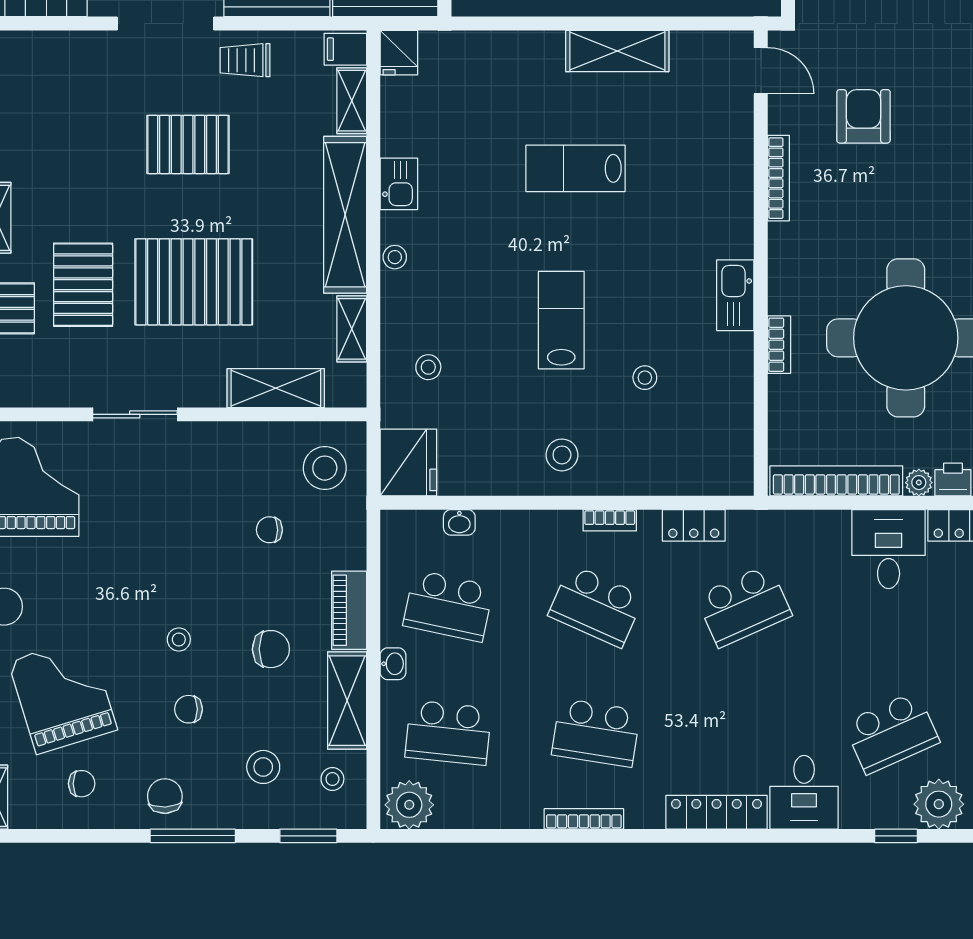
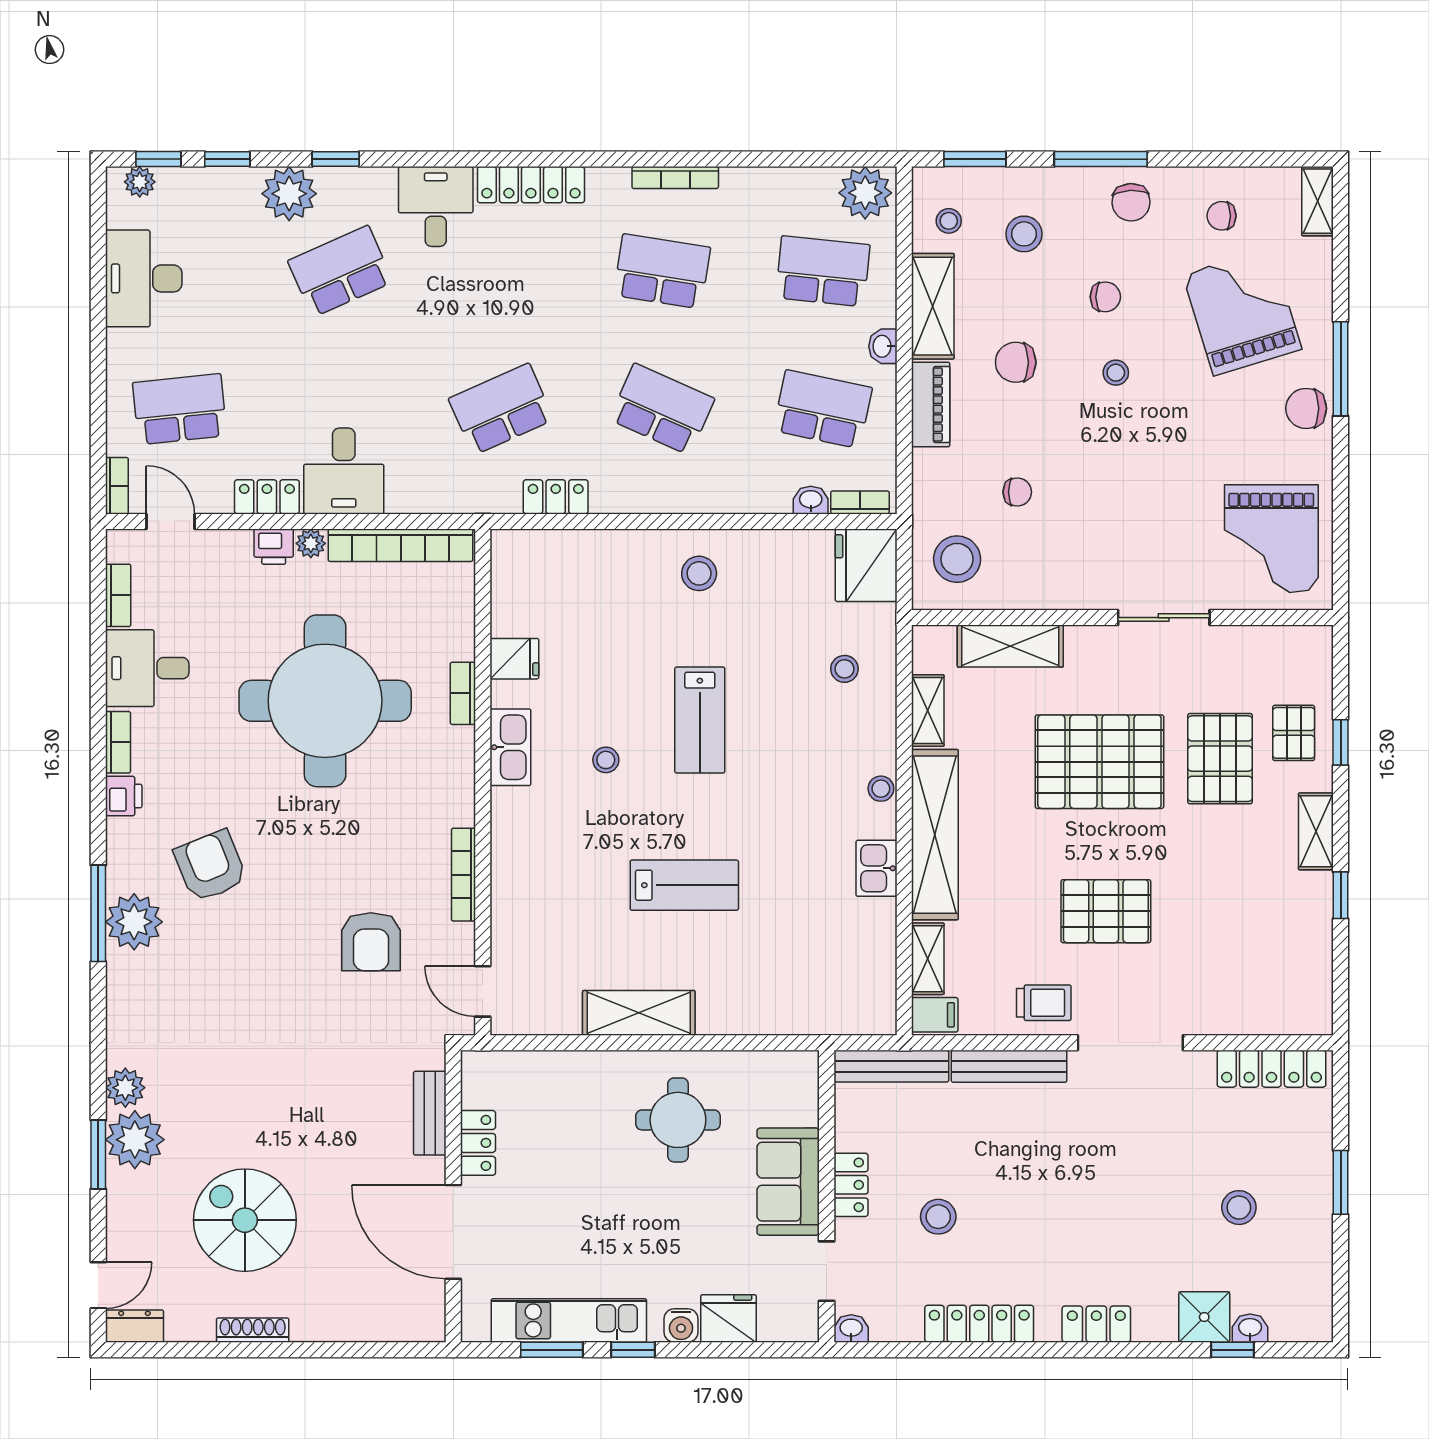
fridge: (399, 53) -> (514, 659), moved, turned 90
stool: (645, 378) -> (606, 760), moved
bookcase: (610, 520) -> (860, 502), moved
grand piano: (63, 695) -> (1242, 312), turned 180

